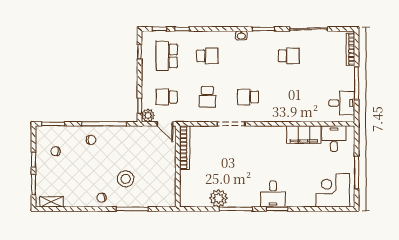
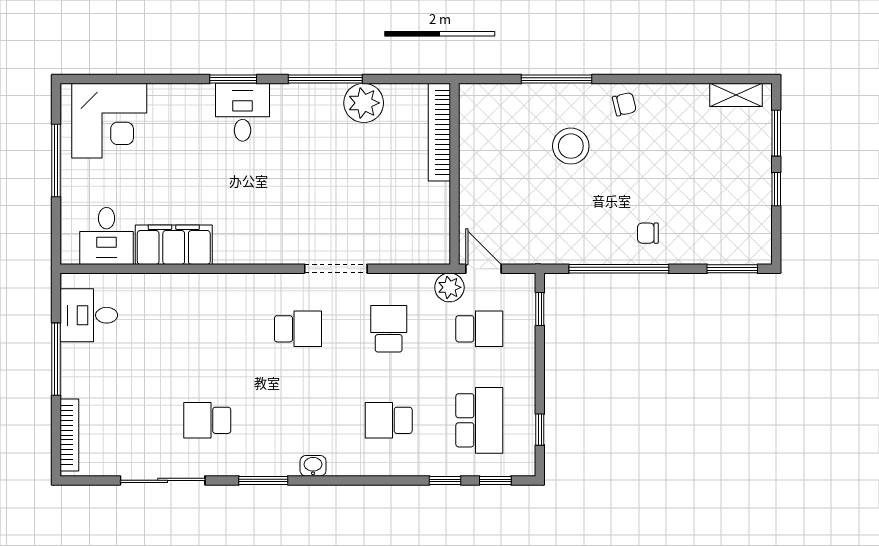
plant: (148, 115) -> (449, 287), moved
bookcase: (185, 148) -> (439, 132), moved
chair: (55, 151) -> (727, 208), removed

